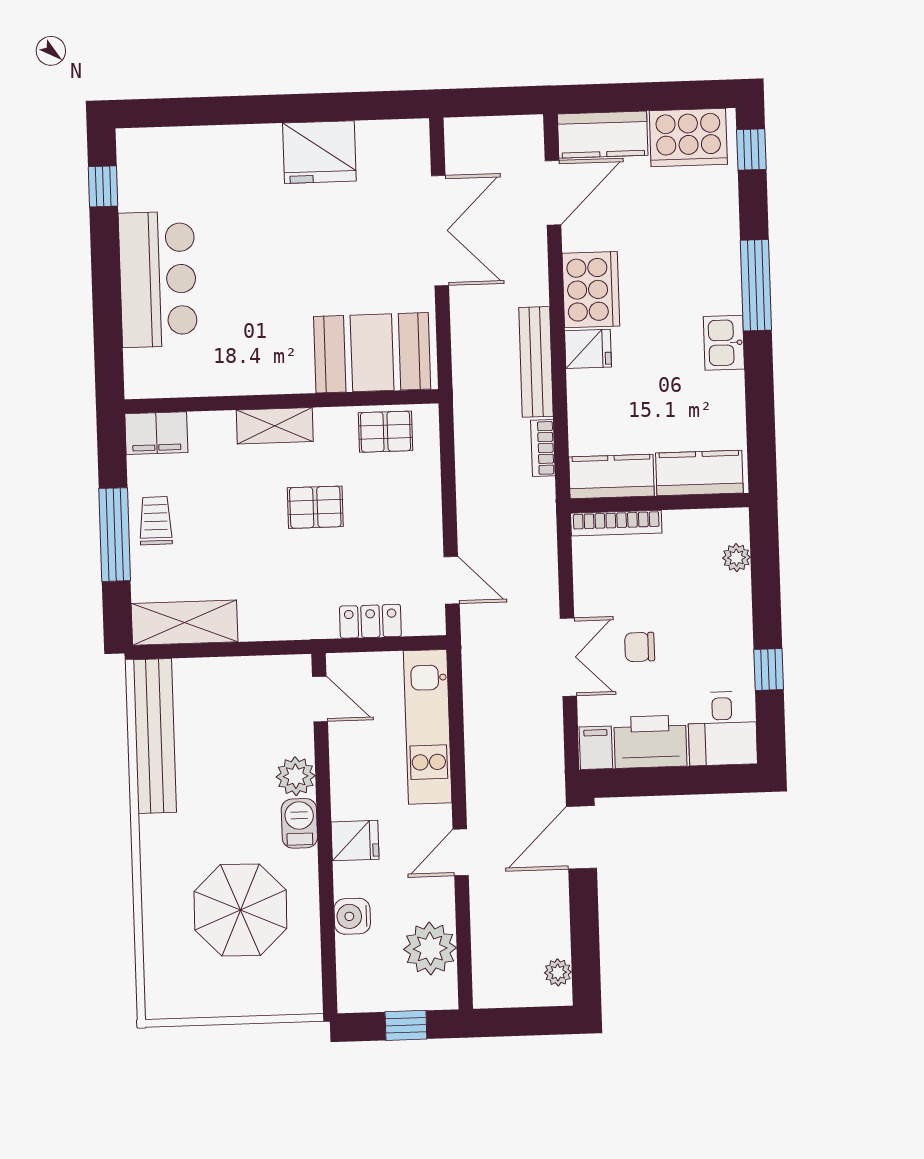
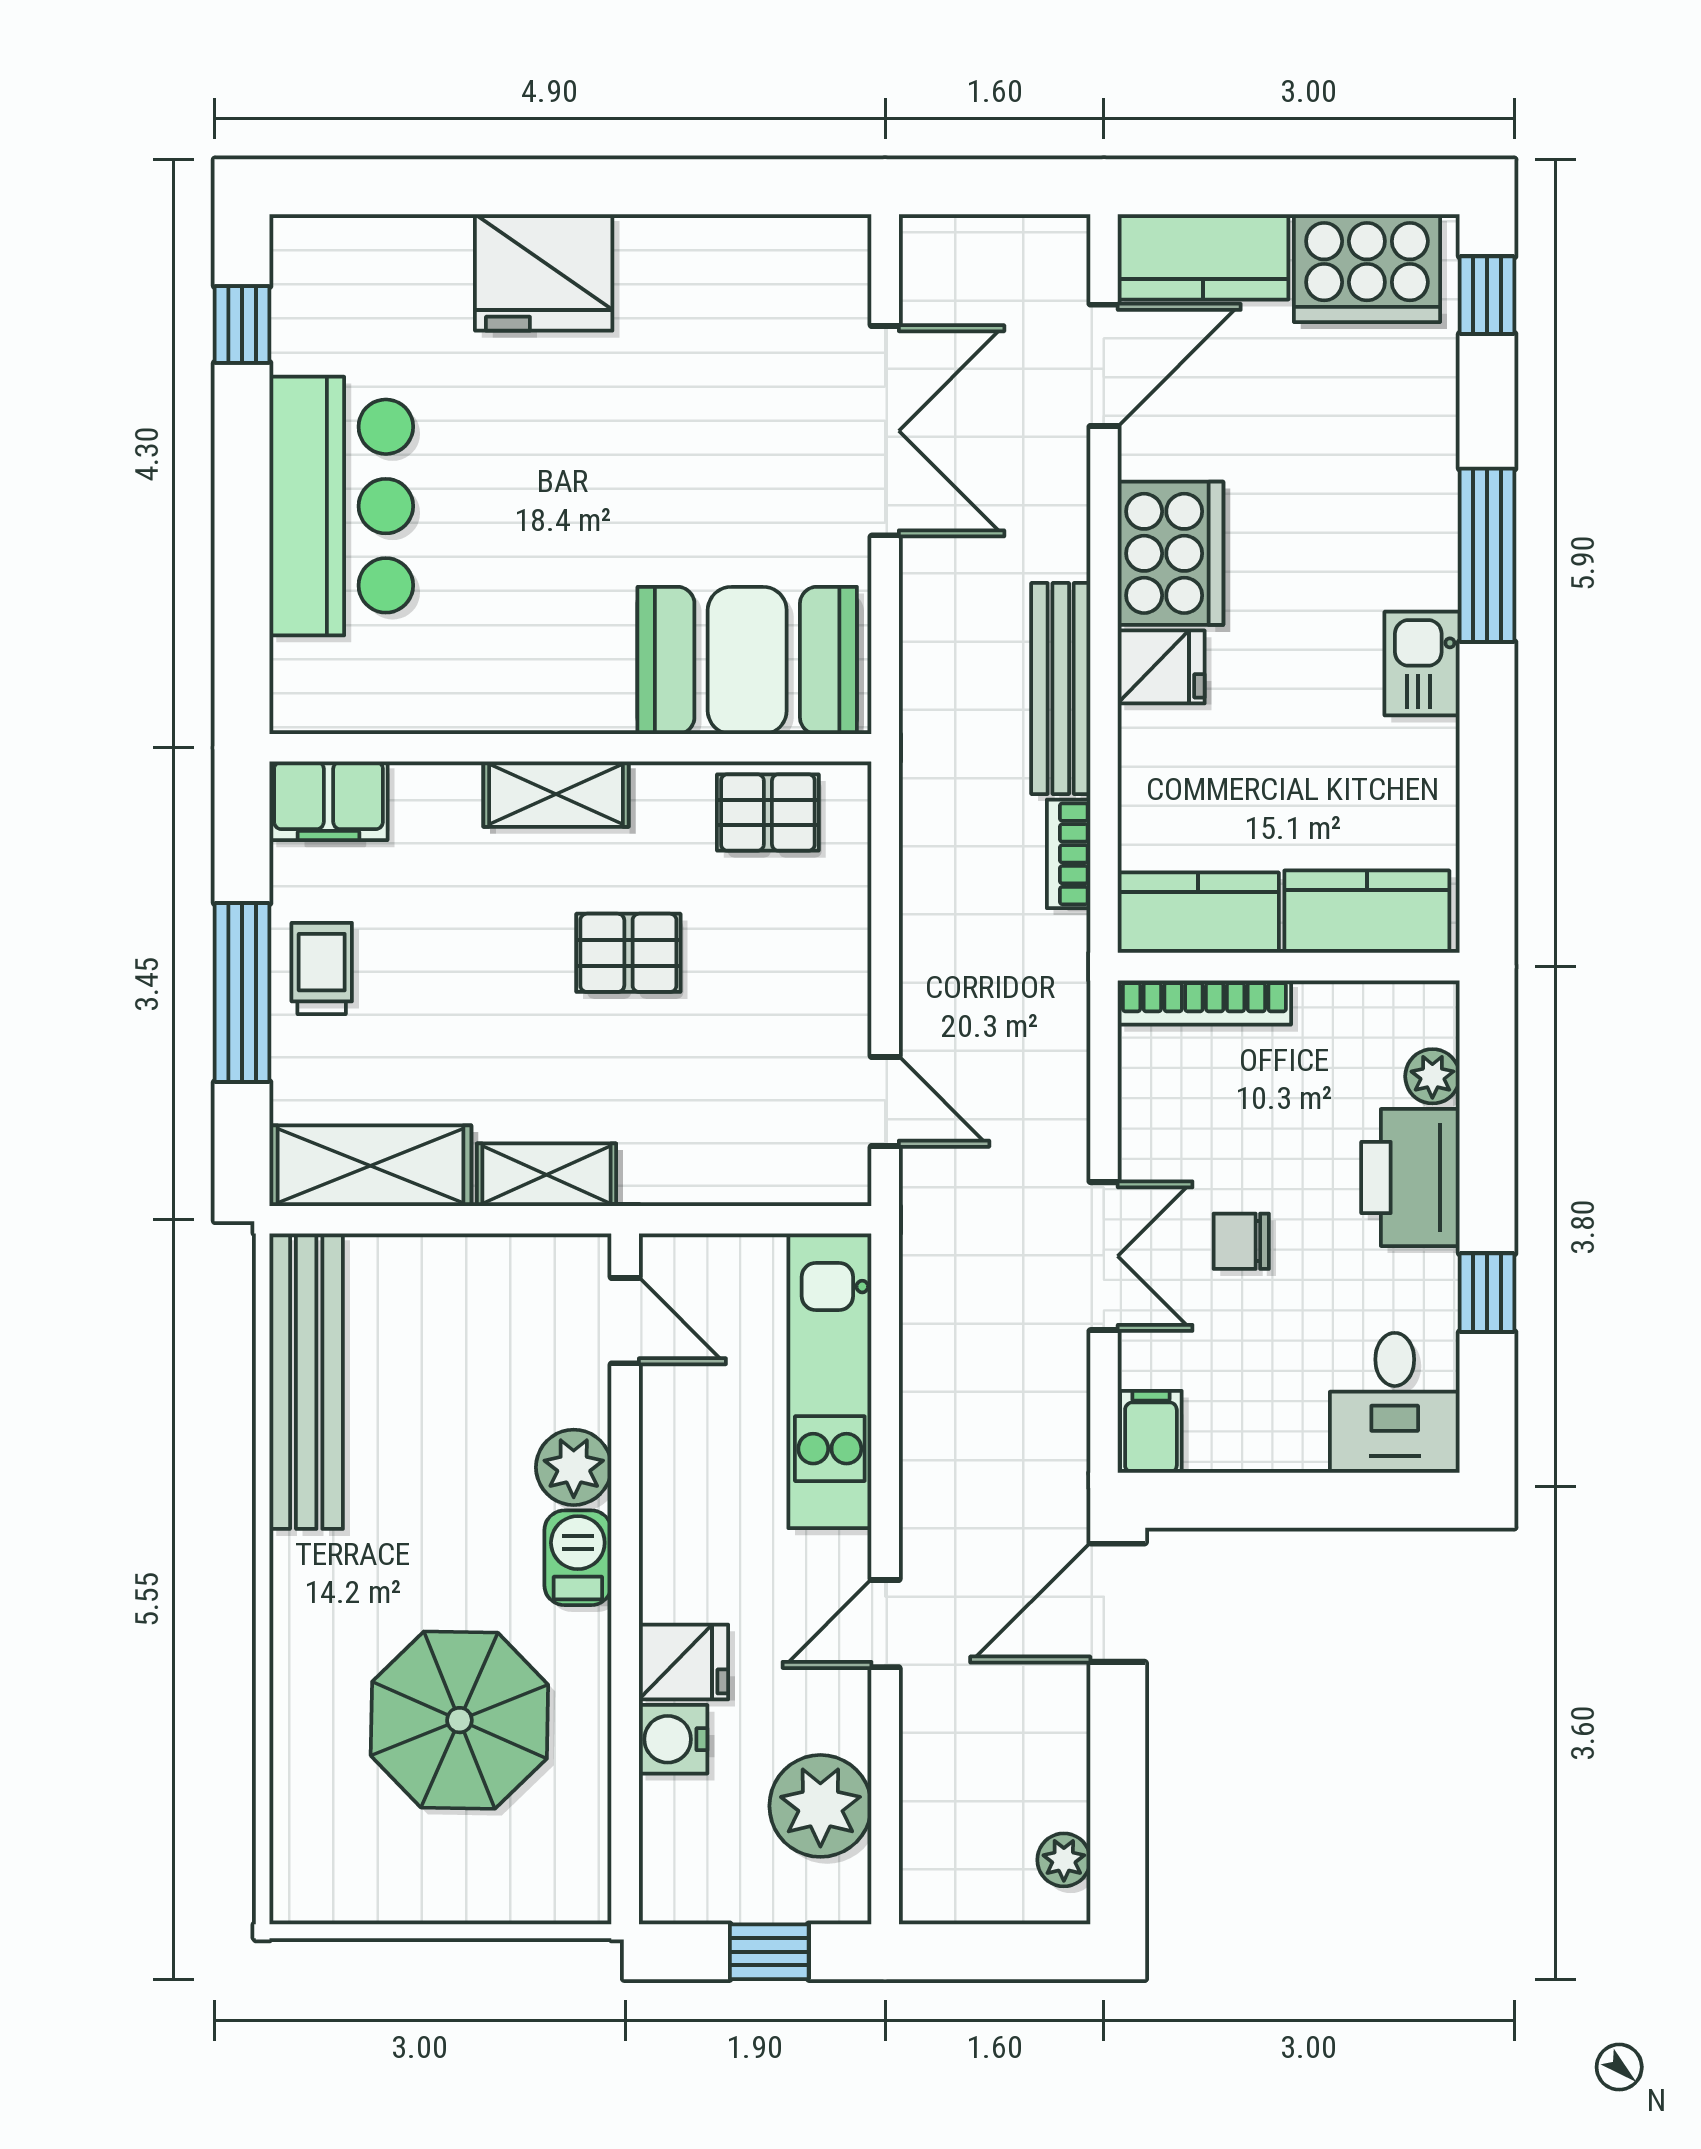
fridge: (319, 152) -> (544, 272), moved
locker: (370, 621) -> (727, 1175), removed
shelving: (276, 624) -> (546, 1175), added
printer: (650, 742) -> (1410, 1178), moved, turned -90
fridge: (355, 841) -> (683, 1662), moved

